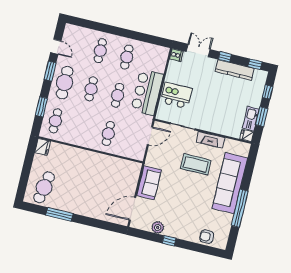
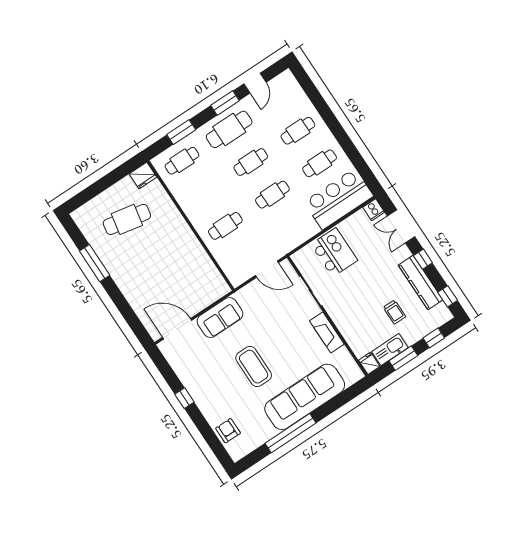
double door: (198, 51) -> (401, 226), swing flipped
bar counter: (147, 92) -> (339, 199), moved
trolley: (235, 97) -> (394, 312), added
coffee table: (196, 164) -> (254, 367), moved
cafe table: (44, 187) -> (127, 219), moved
plant: (158, 228) -> (185, 373), removed

